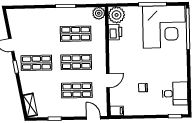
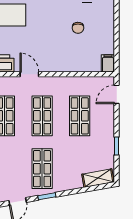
door: (108, 81) -> (29, 74), moved

